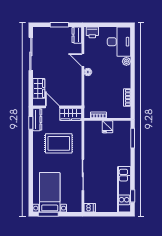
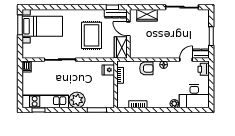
door: (83, 60) -> (186, 60), moved
armchair: (91, 89) -> (146, 68), added
door: (52, 107) -> (128, 29), swing flipped
fridge: (107, 127) -> (108, 70), moved
plant: (123, 158) -> (77, 100), added

